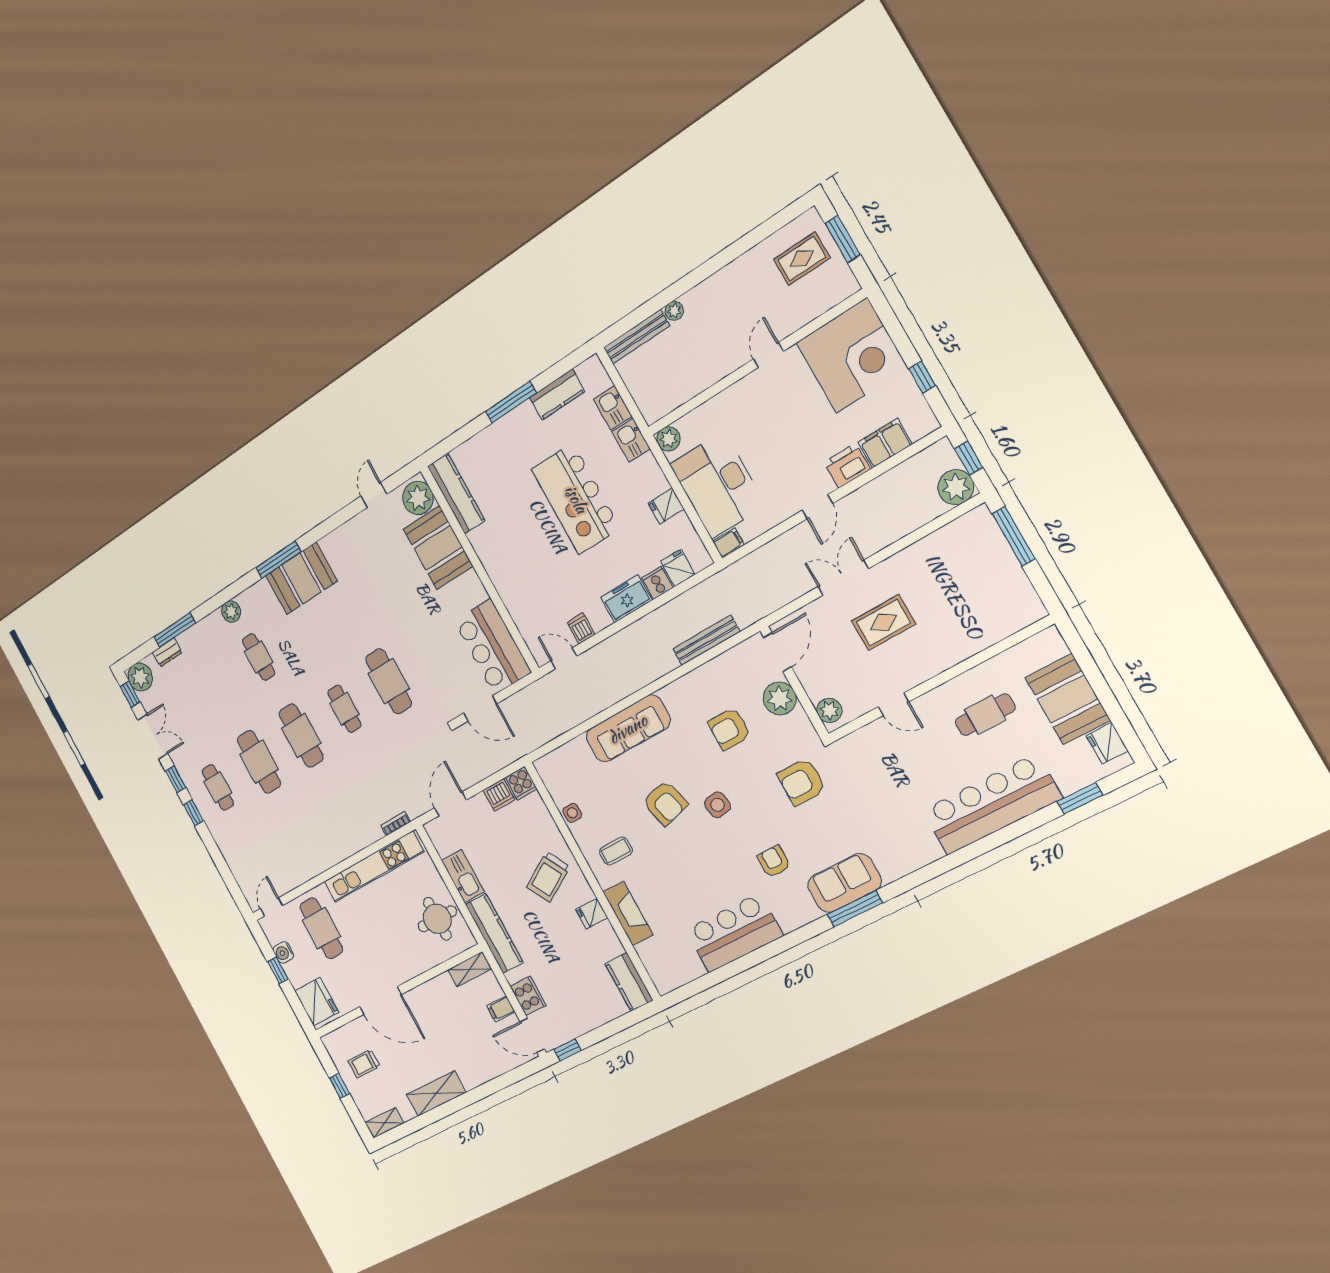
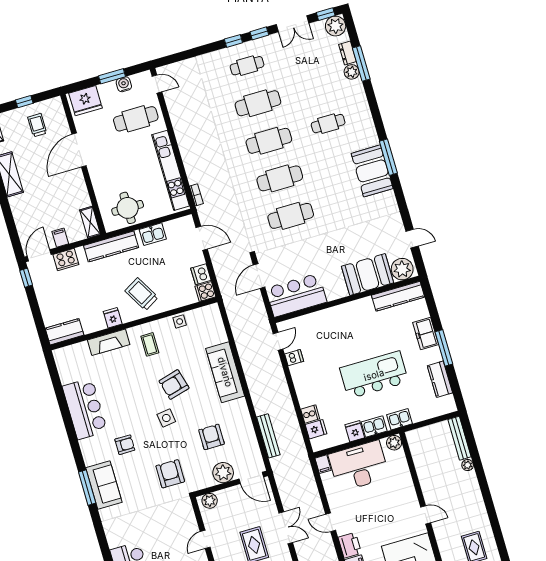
kitchen sink: (613, 408) -> (374, 427), moved
freezer: (626, 599) -> (426, 334), moved, turned 180
plant: (231, 612) -> (352, 72), moved
cafe table: (344, 709) -> (280, 178), width x1.37, depth x1.35
kitchen sink: (463, 876) -> (153, 234), width x0.73
window: (278, 970) -> (112, 76), width x1.50

